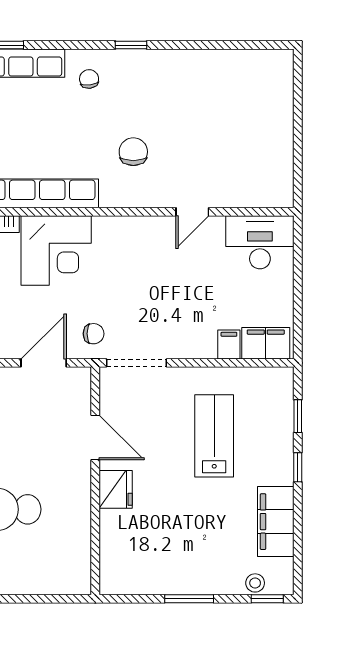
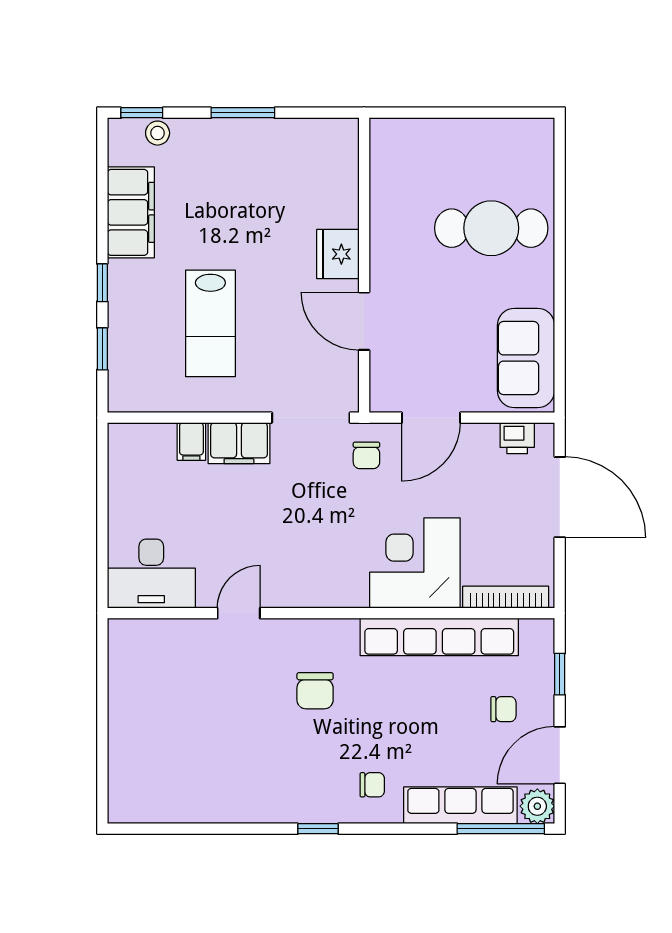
chair: (89, 79) -> (372, 785), turned -83
chair: (94, 334) -> (366, 455), turned -90
filing cabinet: (266, 343) -> (239, 443), moved

